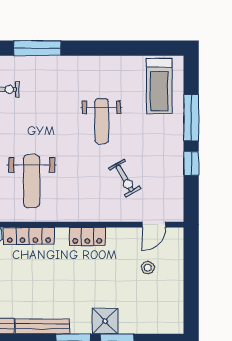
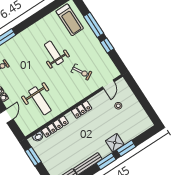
weight bench: (102, 121) -> (54, 53), turned 180

